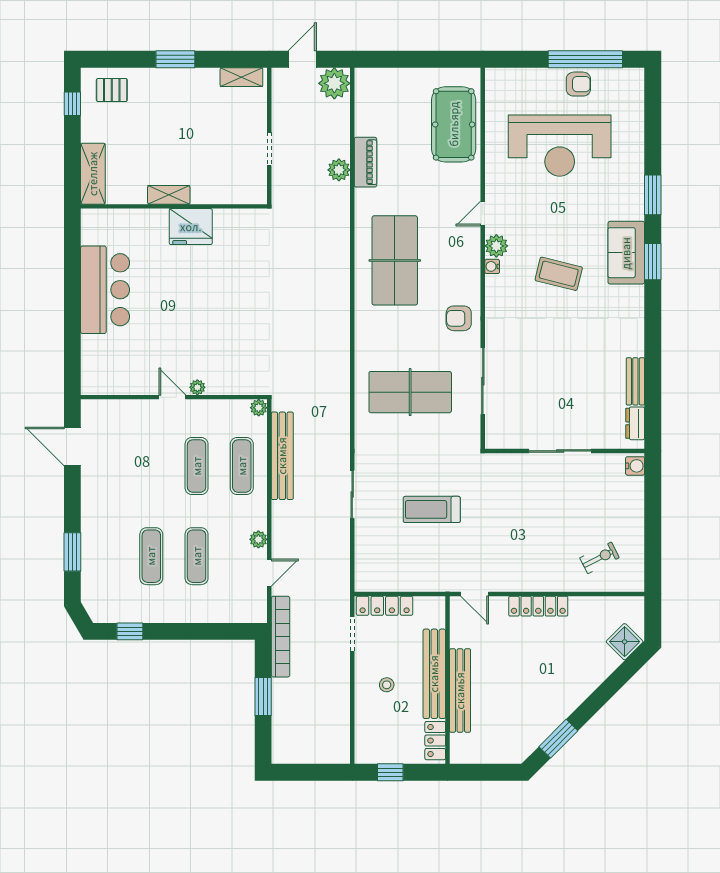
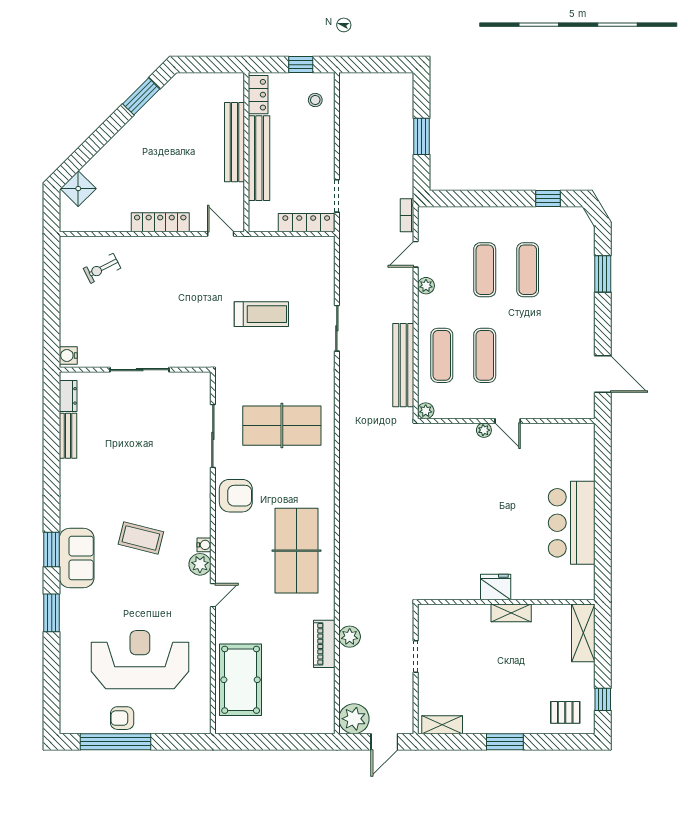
fridge: (191, 227) -> (496, 587), width x0.73, depth x0.75
armchair: (459, 318) -> (236, 496), width x1.38, depth x1.38
bookcase: (281, 637) -> (407, 215), width x0.43, depth x0.76
stool: (387, 685) -> (315, 100), moved

